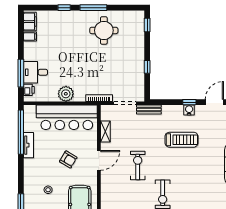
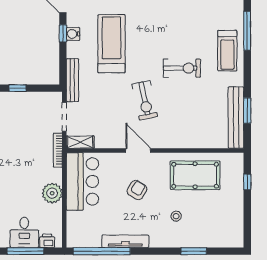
bench: (149, 110) -> (72, 80), width x1.36
bar counter: (67, 117) -> (82, 181), width x0.73
shelving: (105, 132) -> (80, 142), moved
treadmill: (182, 140) -> (111, 44), width x1.37, depth x1.38
tv unit: (29, 145) -> (125, 241), width x1.41
exercise bike: (138, 165) -> (145, 100), turned -102

